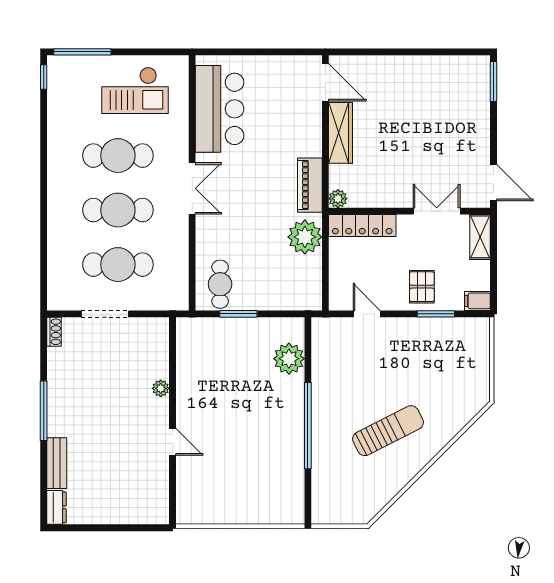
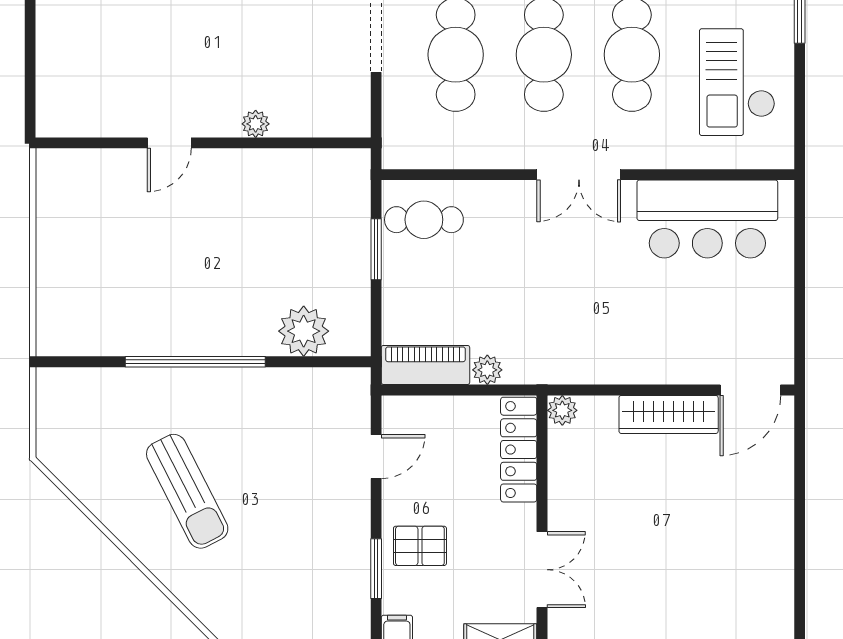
piano: (310, 185) -> (426, 365), moved
plant: (305, 237) -> (487, 370), width x0.53, depth x0.53

